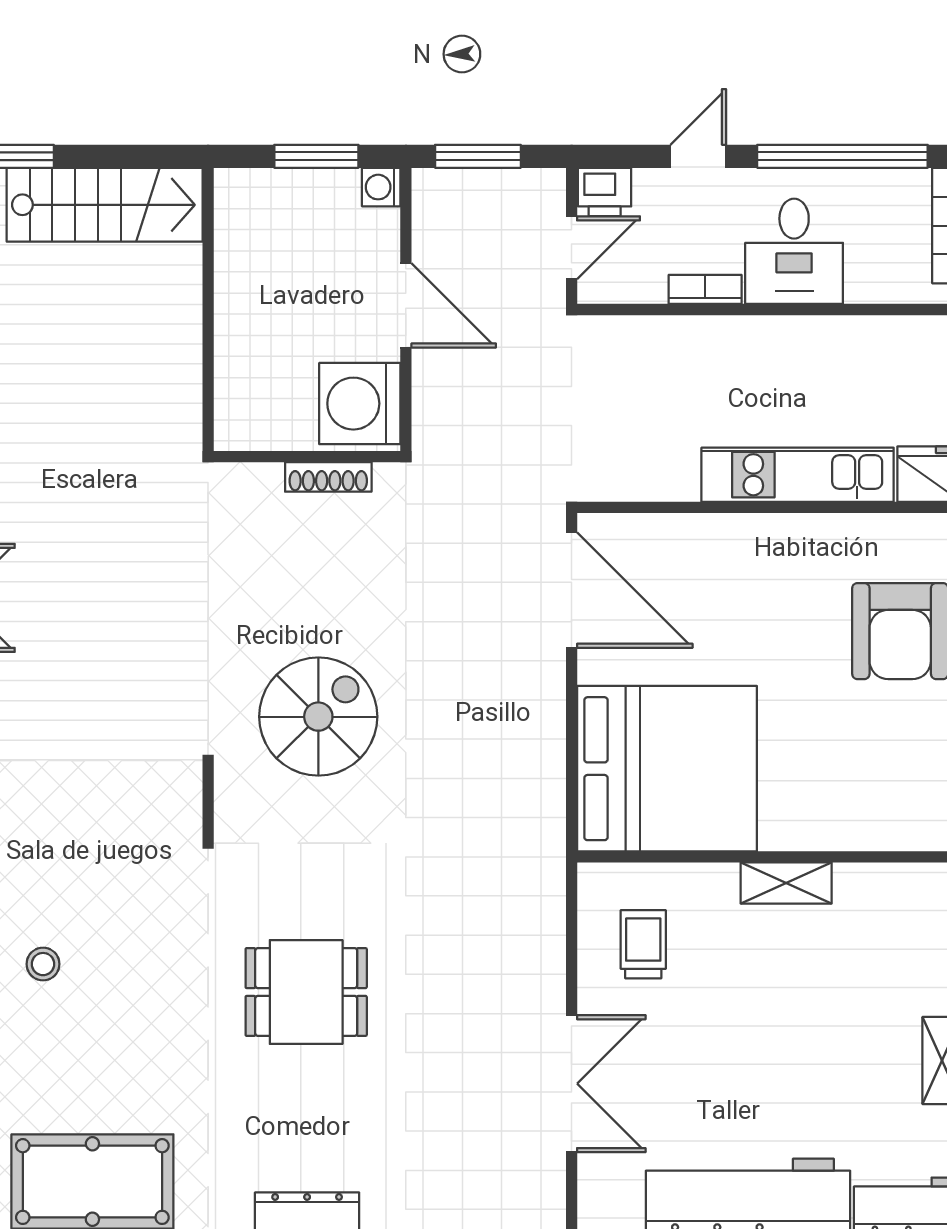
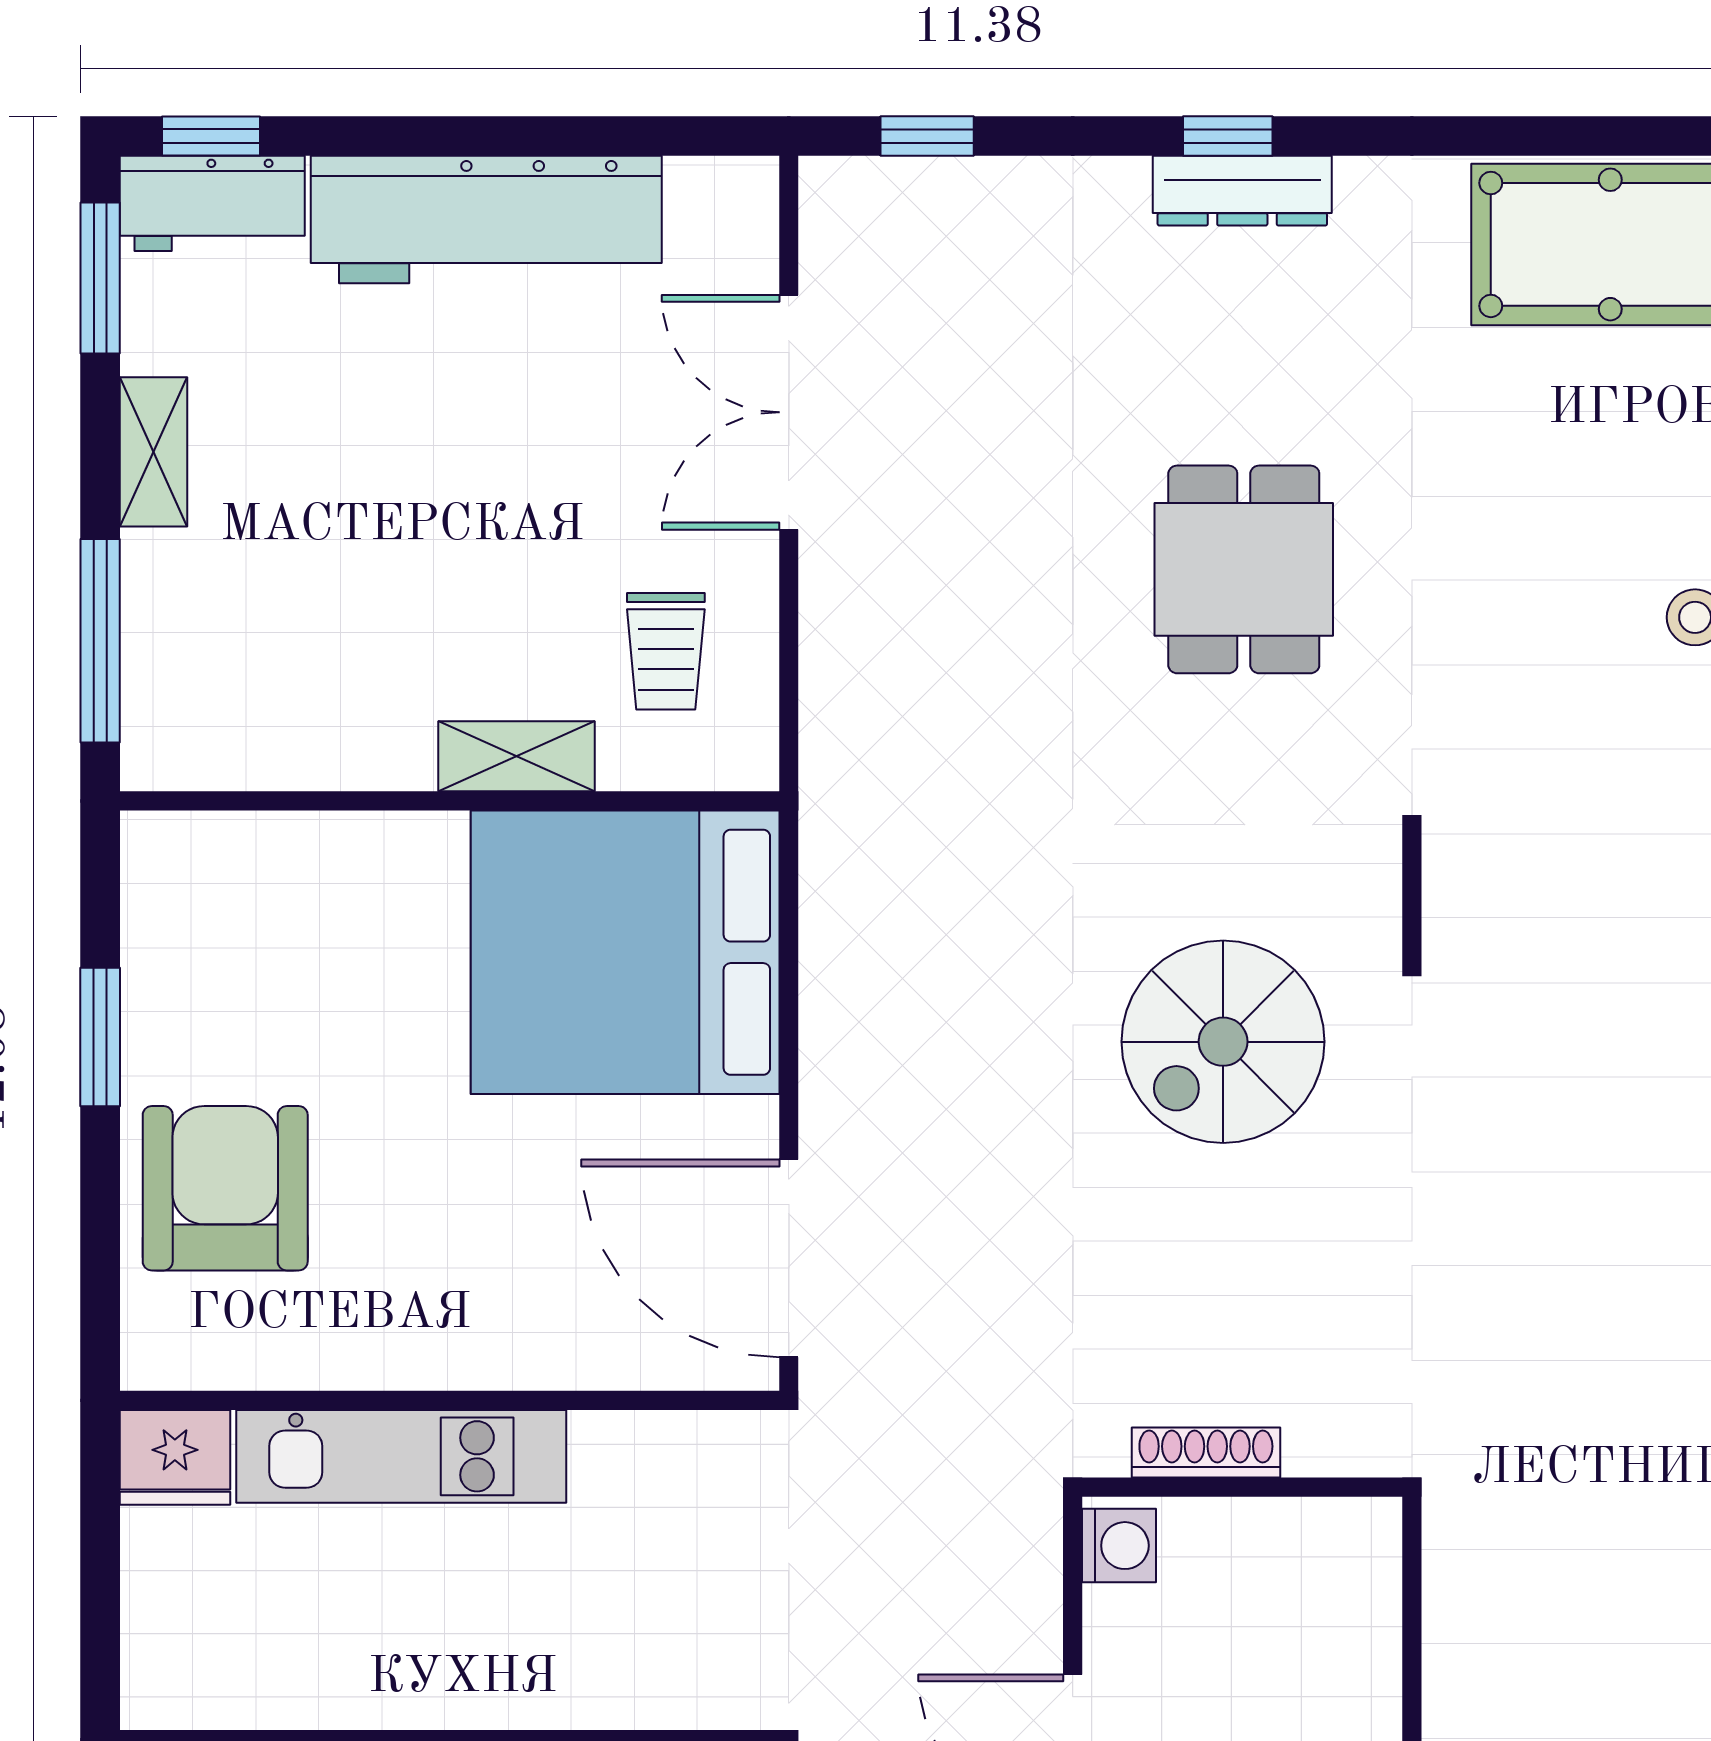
washing machine: (360, 404) -> (1119, 1546), width x0.53, depth x0.53
shelving: (786, 883) -> (516, 756), moved
dining table: (306, 992) -> (1244, 569), turned 90

